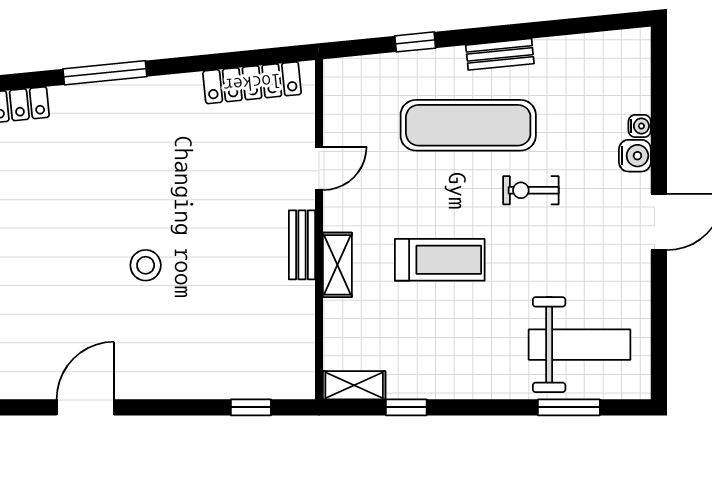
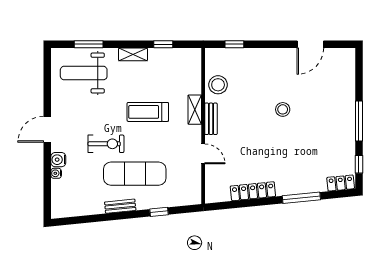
locker: (252, 83) -> (253, 191), moved
door: (319, 168) -> (203, 154), swing flipped
exercise bike: (531, 190) -> (106, 144), width x1.38, depth x1.39
stool: (287, 319) -> (218, 85), added
shelving: (354, 385) -> (133, 54), moved

